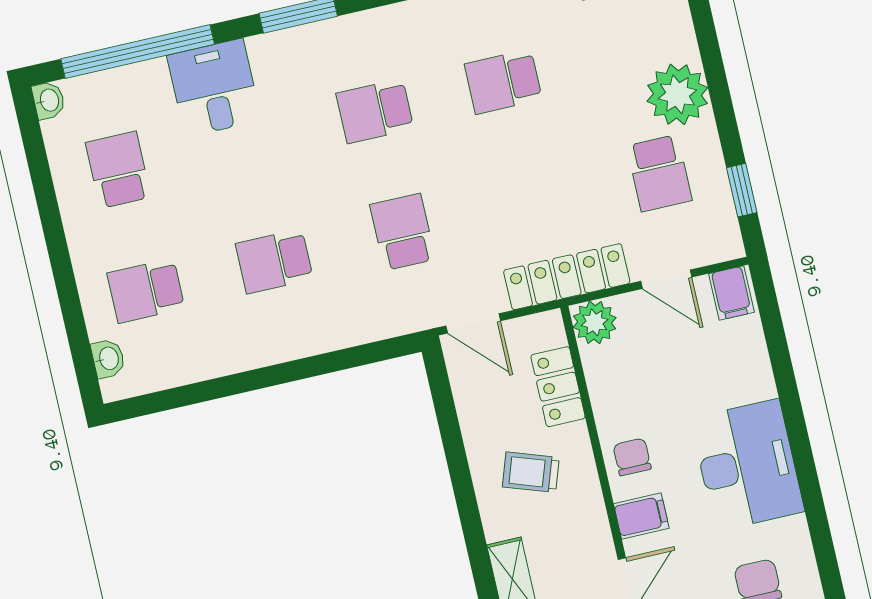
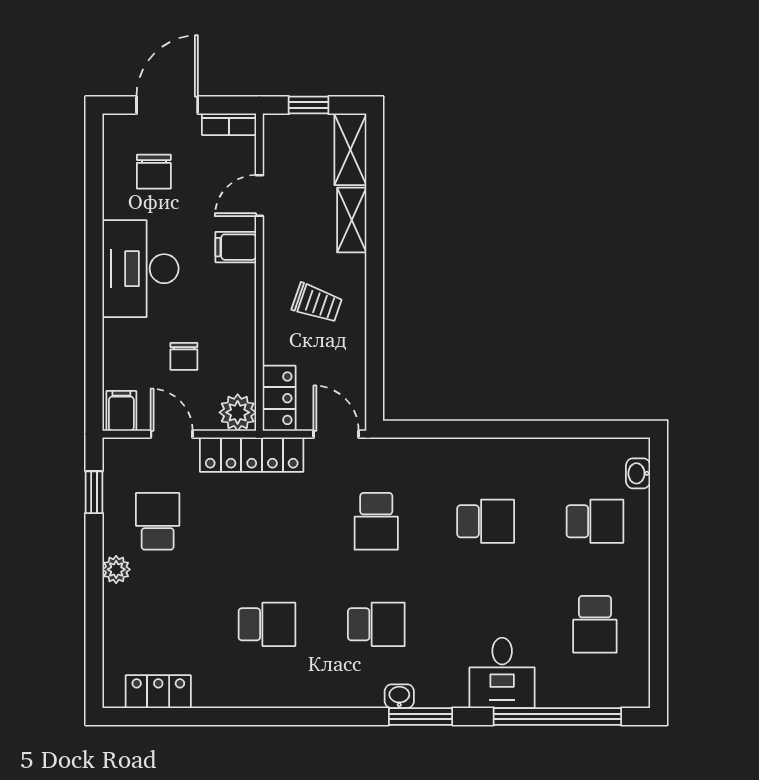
plant: (677, 94) -> (116, 569), width x0.53, depth x0.53
washbasin: (49, 100) -> (399, 696), moved, turned 90
locker: (558, 387) -> (279, 398), moved
chair: (632, 457) -> (184, 356), moved

